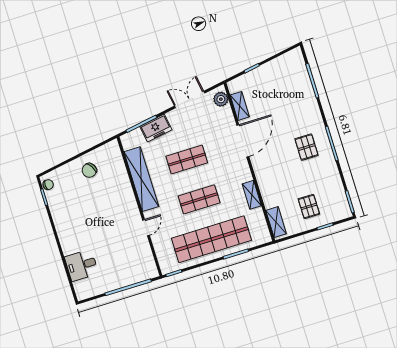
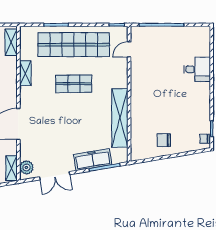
shelving: (240, 106) -> (11, 168), moved
freezer: (156, 128) -> (93, 160), width x1.40
shop shelf: (187, 160) -> (74, 123), removed
chair: (89, 170) -> (164, 140), turned -149
door: (146, 228) -> (129, 49), moved
desk: (81, 265) -> (197, 69), moved

